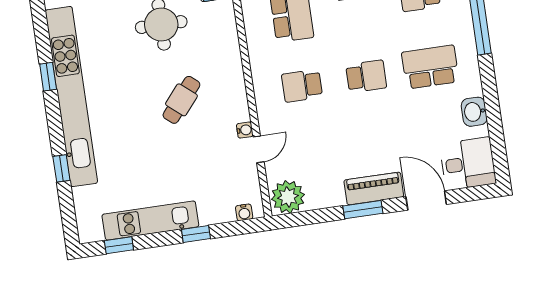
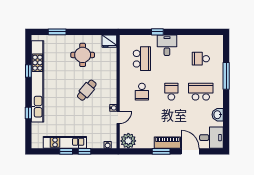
school desk: (366, 76) -> (171, 92), turned -90
school desk: (302, 86) -> (142, 92), turned -90
window: (119, 245) -> (66, 151), moved

